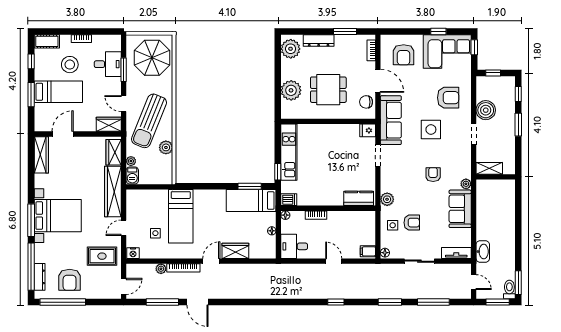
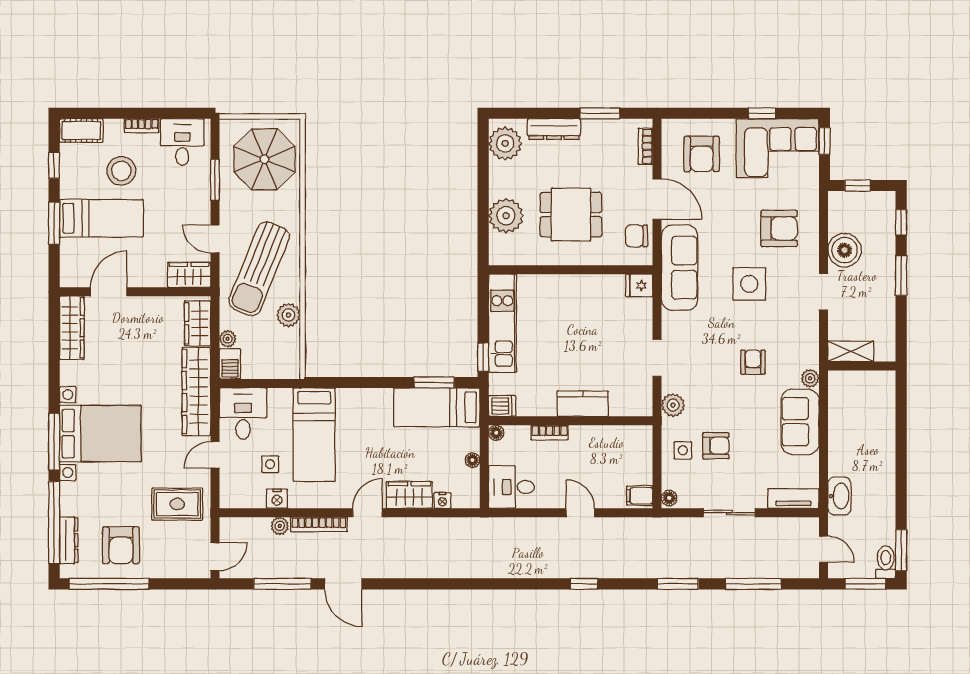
desk: (108, 64) -> (182, 142), moved, turned -90
doorway: (378, 155) -> (657, 358), moved
kitchen counter: (359, 198) -> (583, 404), moved
desk: (140, 204) -> (243, 414), added
nightstand: (133, 253) -> (277, 499), moved
nightstand: (254, 254) -> (442, 500), added

